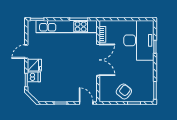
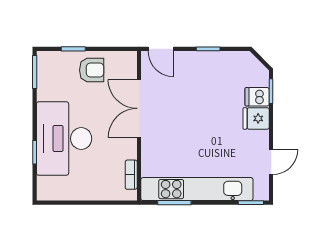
desk: (139, 40) -> (64, 139), moved
door: (26, 52) -> (271, 162), moved
double door: (98, 60) -> (139, 108), moved
armchair: (124, 91) -> (92, 70), turned -129

